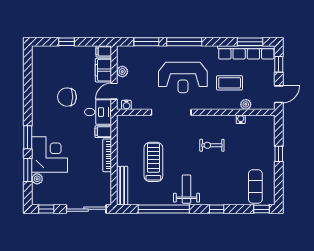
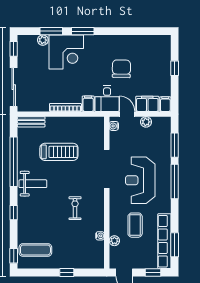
bench: (122, 186) -> (31, 122), width x0.73

